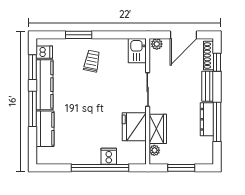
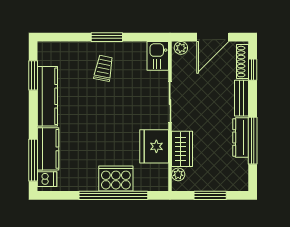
window: (79, 35) -> (107, 37), moved
dishwasher: (44, 52) -> (47, 179), moved
window: (33, 109) -> (33, 160), moved
cooker: (109, 156) -> (116, 179), width x1.87, depth x1.31

